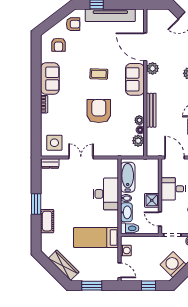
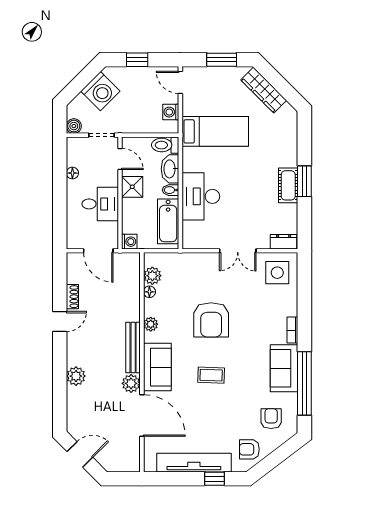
window: (36, 68) -> (304, 383), added
bench: (151, 110) -> (133, 348), moved
plant: (139, 120) -> (151, 324), moved
washing machine: (154, 164) -> (129, 242), added
cot: (47, 221) -> (288, 185), moved

